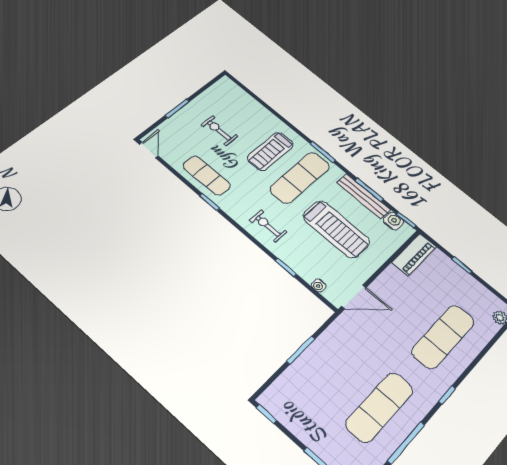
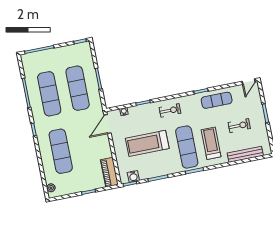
door: (149, 150) -> (249, 82), hinge flipped
bench: (363, 196) -> (245, 154), moved
exercise mat: (338, 371) -> (78, 88), added

